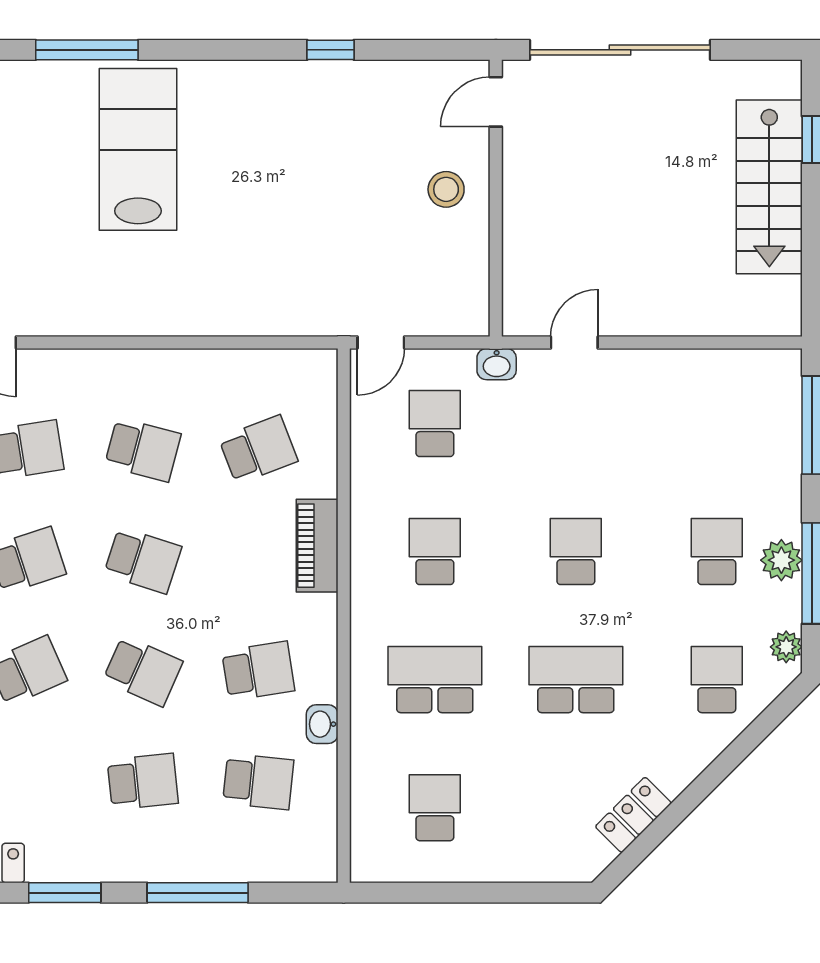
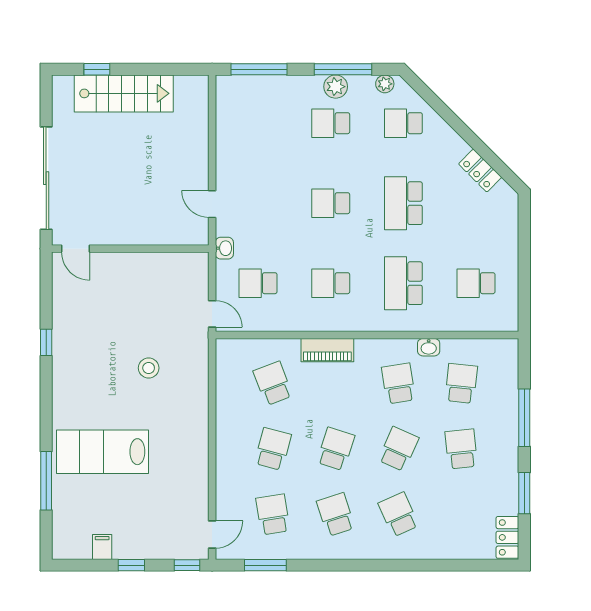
stool: (446, 189) -> (149, 368), moved

